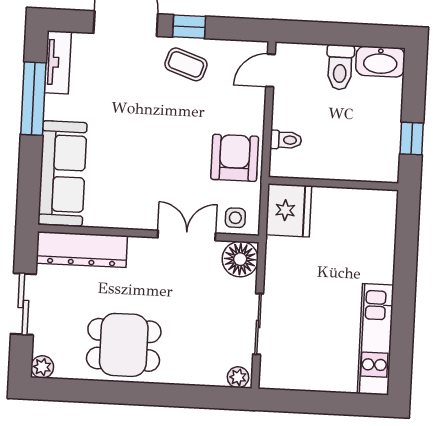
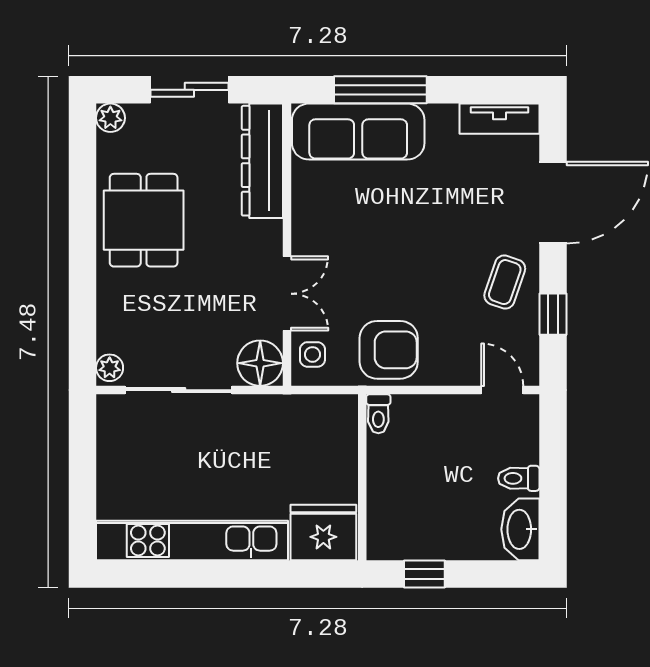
window: (189, 27) -> (553, 314), moved
toilet: (340, 67) -> (519, 478), width x0.73, depth x0.72
window: (33, 99) -> (380, 90), moved
toilet: (286, 140) -> (378, 414), moved
fridge: (289, 210) -> (323, 533), moved, turned 180
sliding door: (258, 324) -> (179, 390), width x1.37
kitchen unit: (376, 339) -> (192, 541), width x1.36

